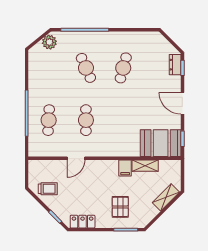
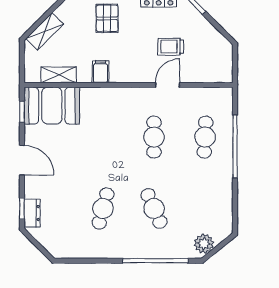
shelving: (145, 166) -> (59, 75), moved
trolley: (48, 189) -> (171, 47), moved

